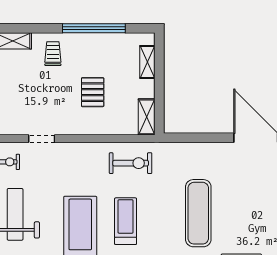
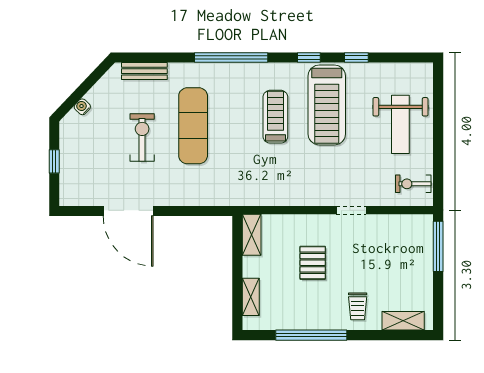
doorway: (42, 139) -> (351, 210), moved
exercise bike: (131, 163) -> (142, 138), moved, turned 90
treadmill: (126, 221) -> (275, 117), turned 180

